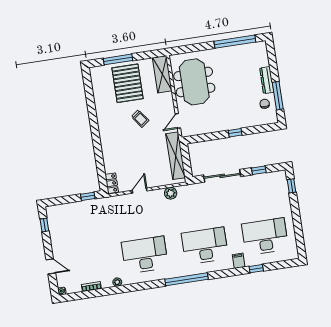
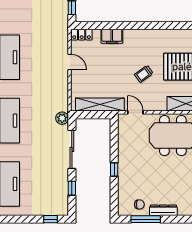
filing cabinet: (109, 154) -> (112, 36), added
plant: (171, 193) -> (62, 118), moved

